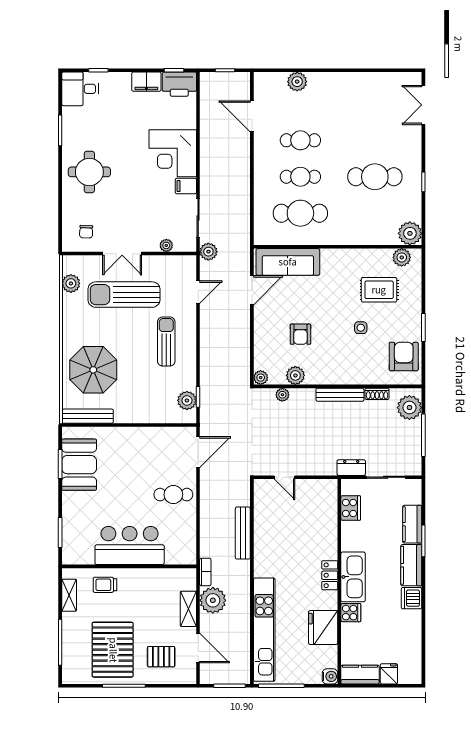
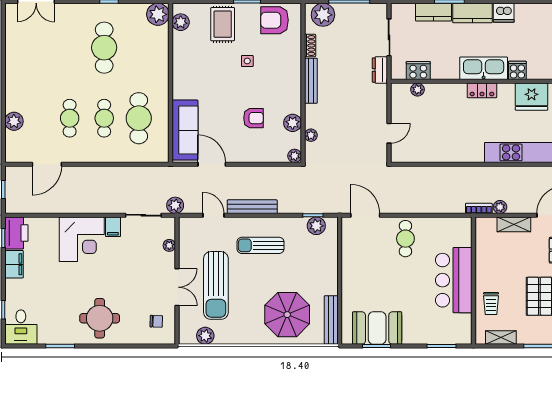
rug: (379, 290) -> (223, 24), moved
plant: (331, 507) -> (417, 90), added
bench: (243, 533) -> (252, 207), moved
plant: (213, 600) -> (500, 207), width x0.53, depth x0.53

